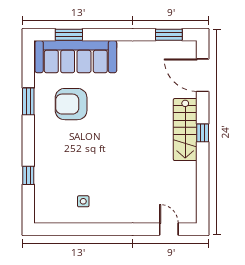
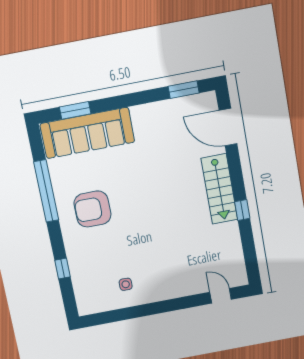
window: (28, 101) -> (46, 191), width x2.11
armchair: (71, 104) -> (92, 209), moved
window: (203, 133) -> (242, 210), moved

